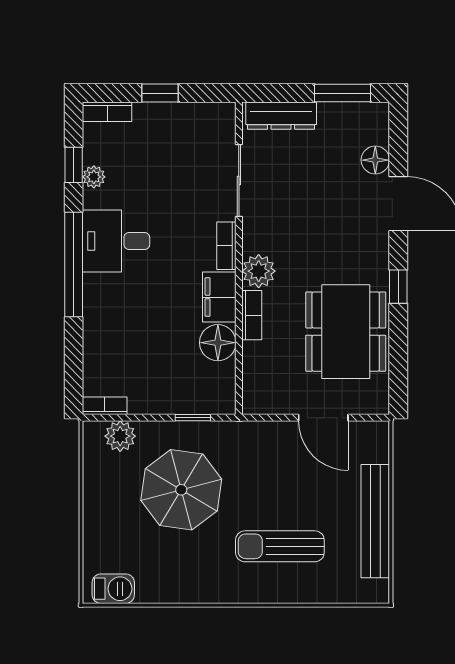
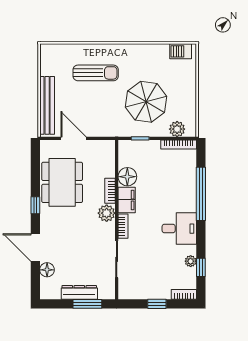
window: (343, 93) -> (87, 304), moved
dresser: (281, 116) -> (79, 292), moved
window: (74, 265) -> (201, 194), moved
bookcase: (105, 406) -> (179, 145), width x1.56
bench: (375, 521) -> (47, 105), moved

